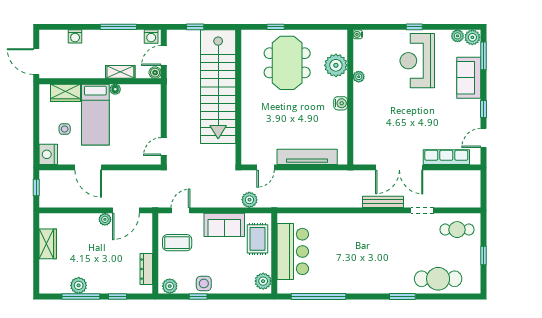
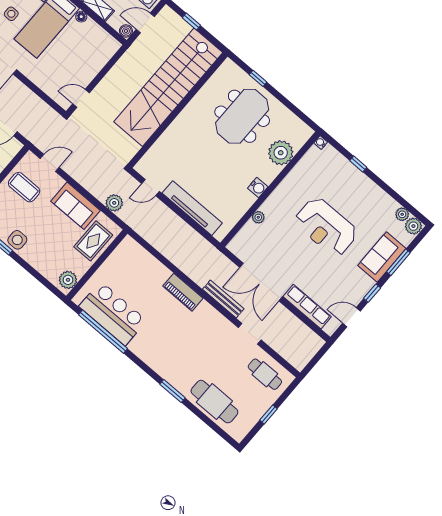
window: (414, 27) -> (358, 164), moved
window: (484, 56) -> (398, 262), moved
reception desk: (417, 61) -> (326, 227), moved, turned -90
plant: (359, 77) -> (258, 217), moved
piano: (351, 221) -> (183, 292), added
bar counter: (293, 251) -> (113, 313), moved, turned -90

